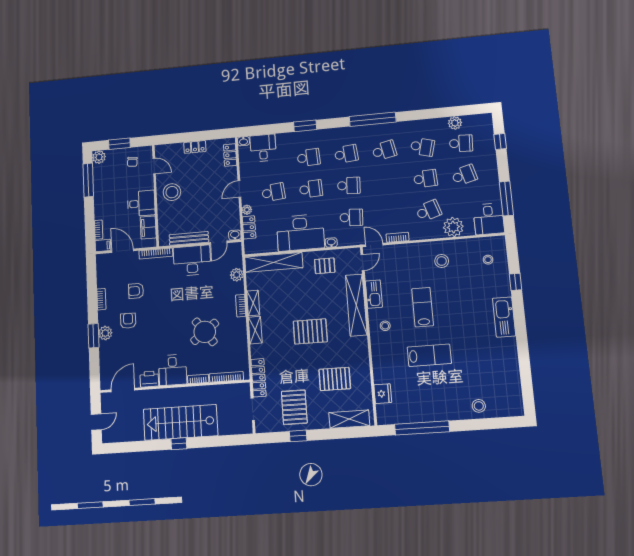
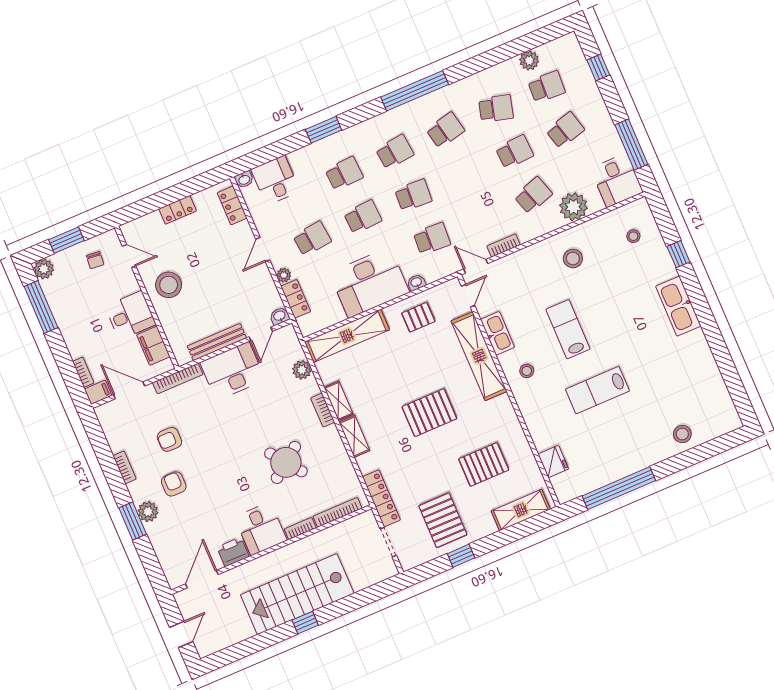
lab bench: (429, 355) -> (597, 390), turned 180

